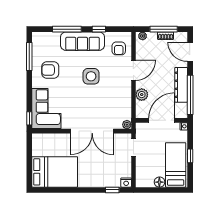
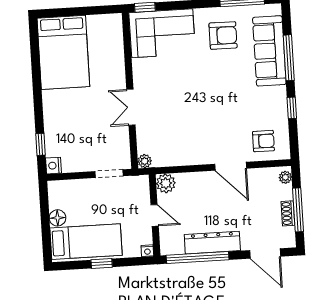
sofa: (83, 41) -> (269, 51), moved
armchair: (119, 48) -> (263, 141), turned 180
door: (190, 52) -> (265, 253), swing flipped
armchair: (50, 70) -> (223, 35), turned 90
side table: (91, 76) -> (217, 100), removed
plant: (142, 95) -> (166, 183), moved
door: (162, 120) -> (155, 215), width x0.53
double door: (92, 131) -> (131, 107), width x0.54

